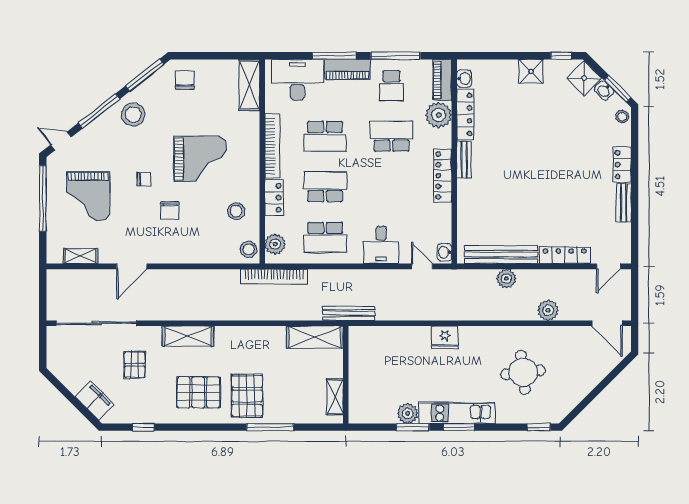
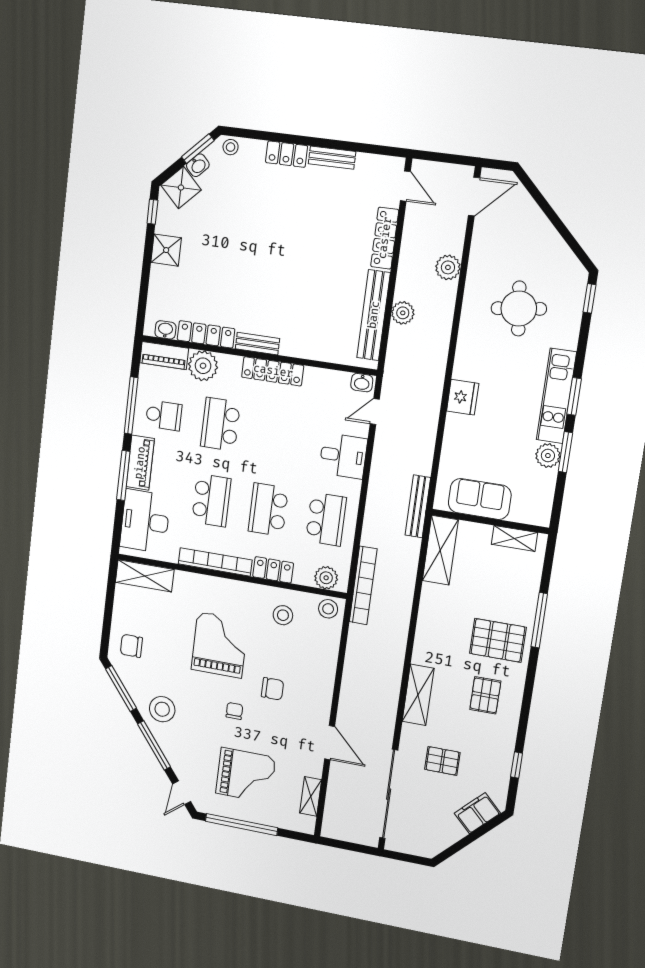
sofa: (363, 363) -> (480, 499), added
pallet: (198, 392) -> (485, 695), width x0.67, depth x0.71

